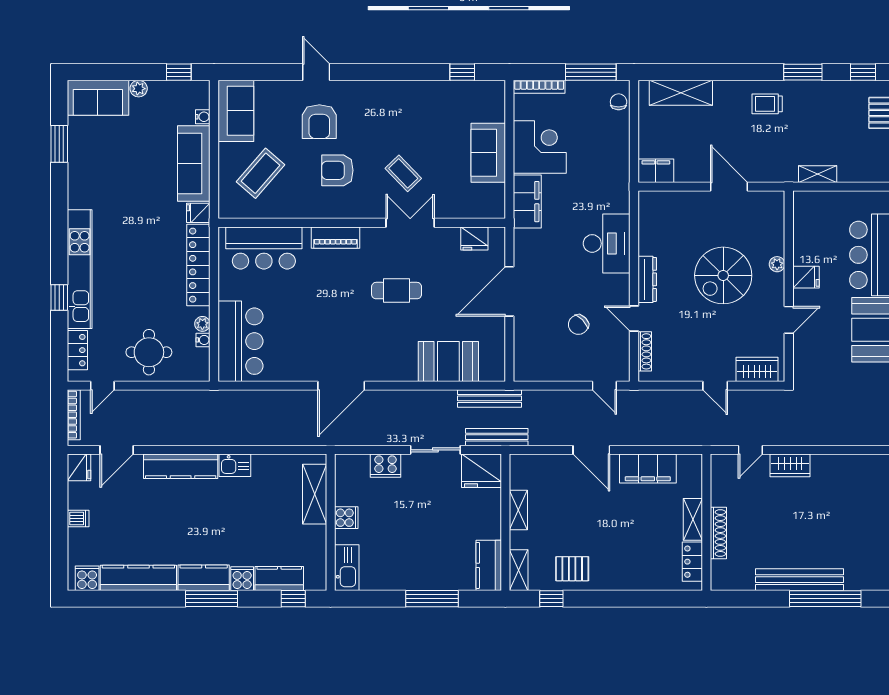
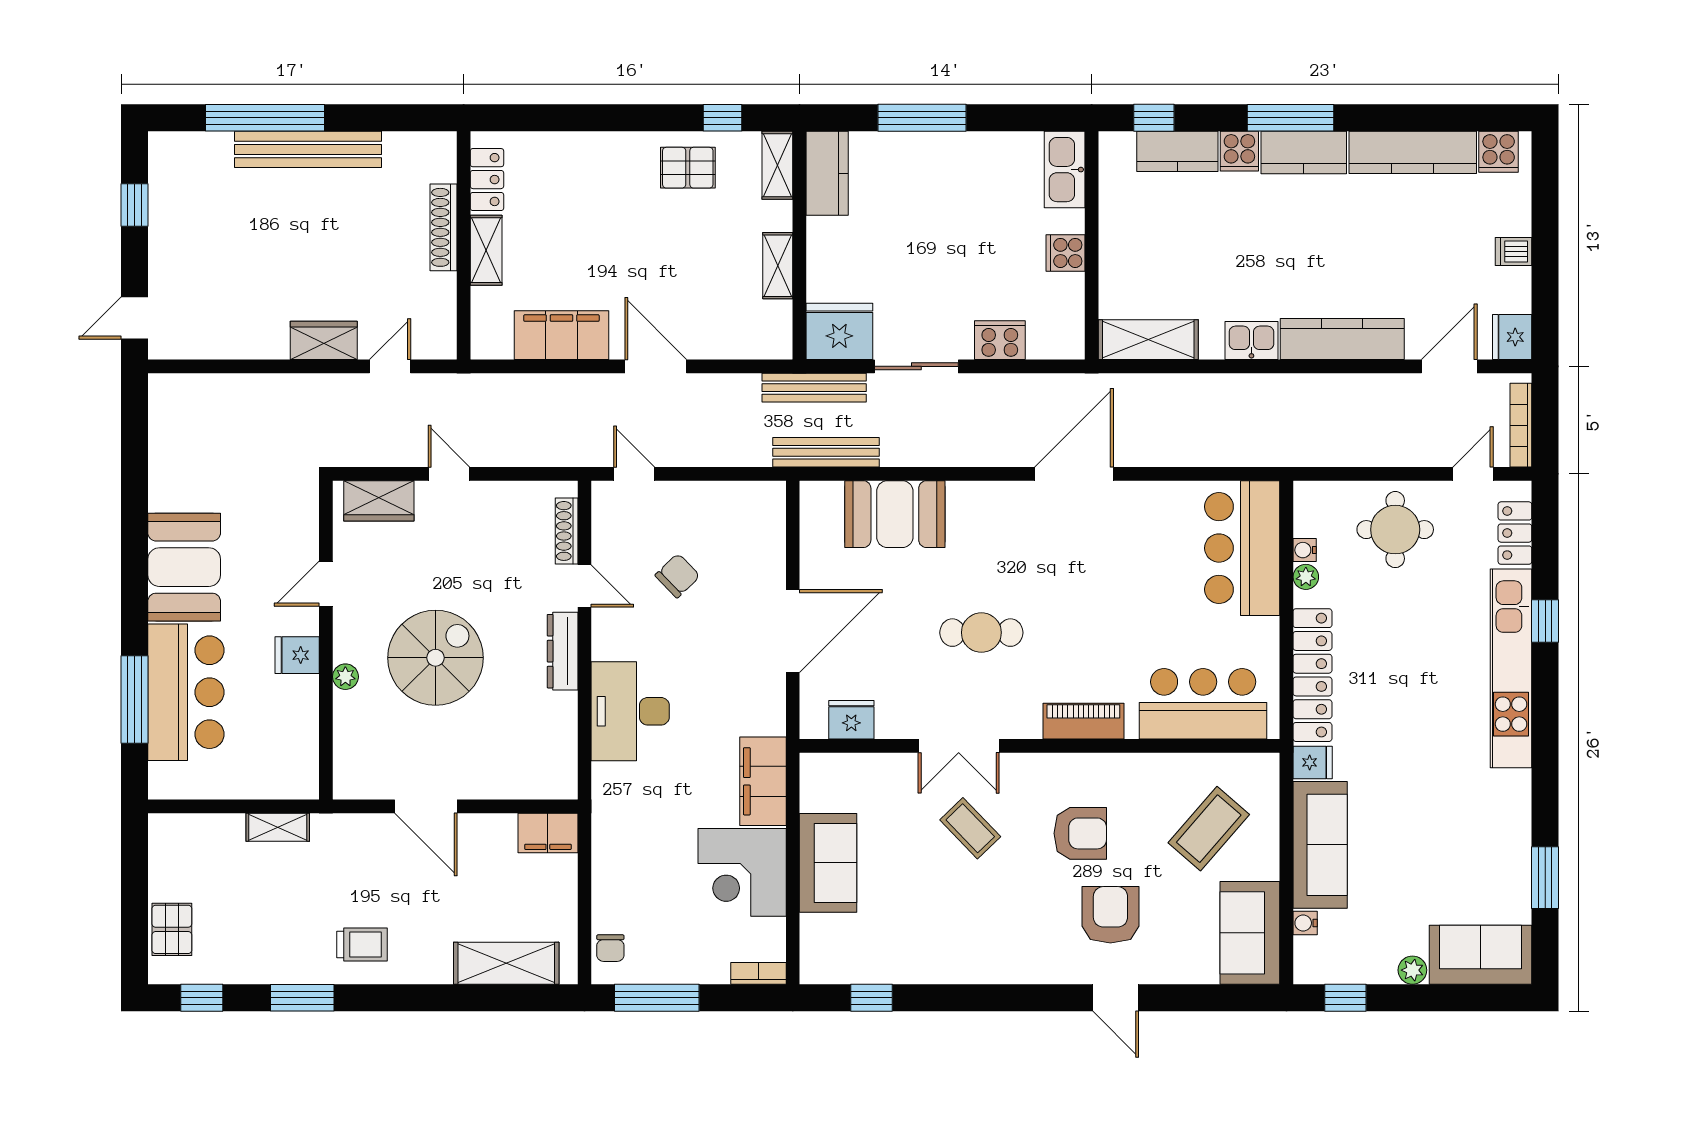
bookcase: (539, 87) -> (758, 973), width x0.64
shelving: (315, 494) -> (1148, 340), moved, turned 90

